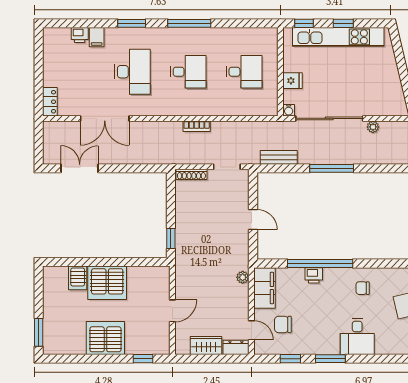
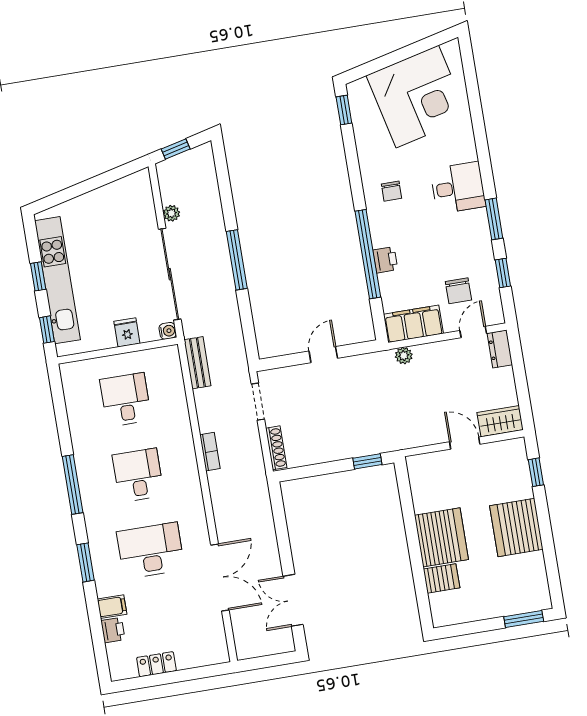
locker: (50, 102) -> (156, 664), moved
bench: (279, 157) -> (197, 363), moved
wardrobe: (206, 345) -> (500, 421), moved, turned 90

